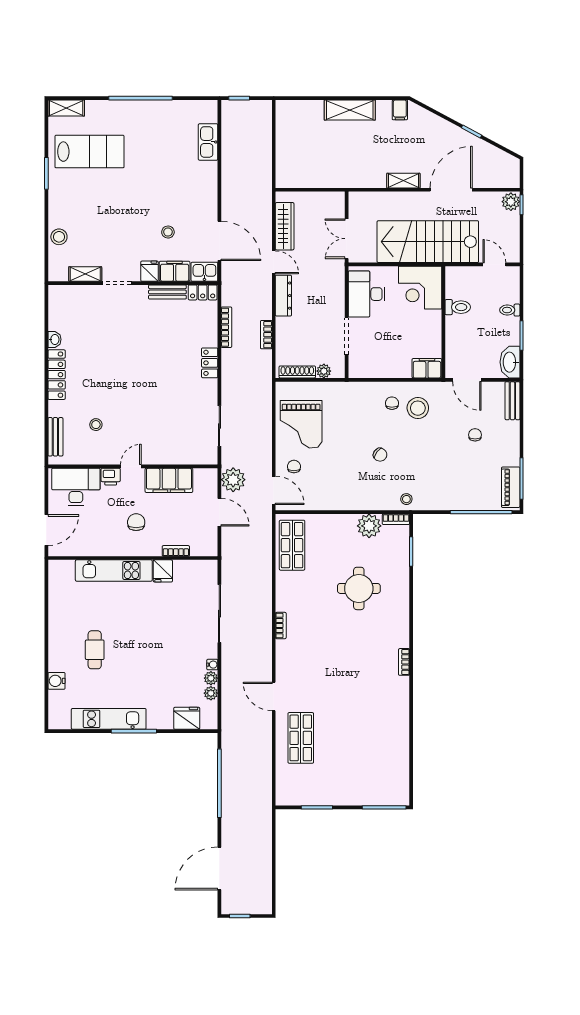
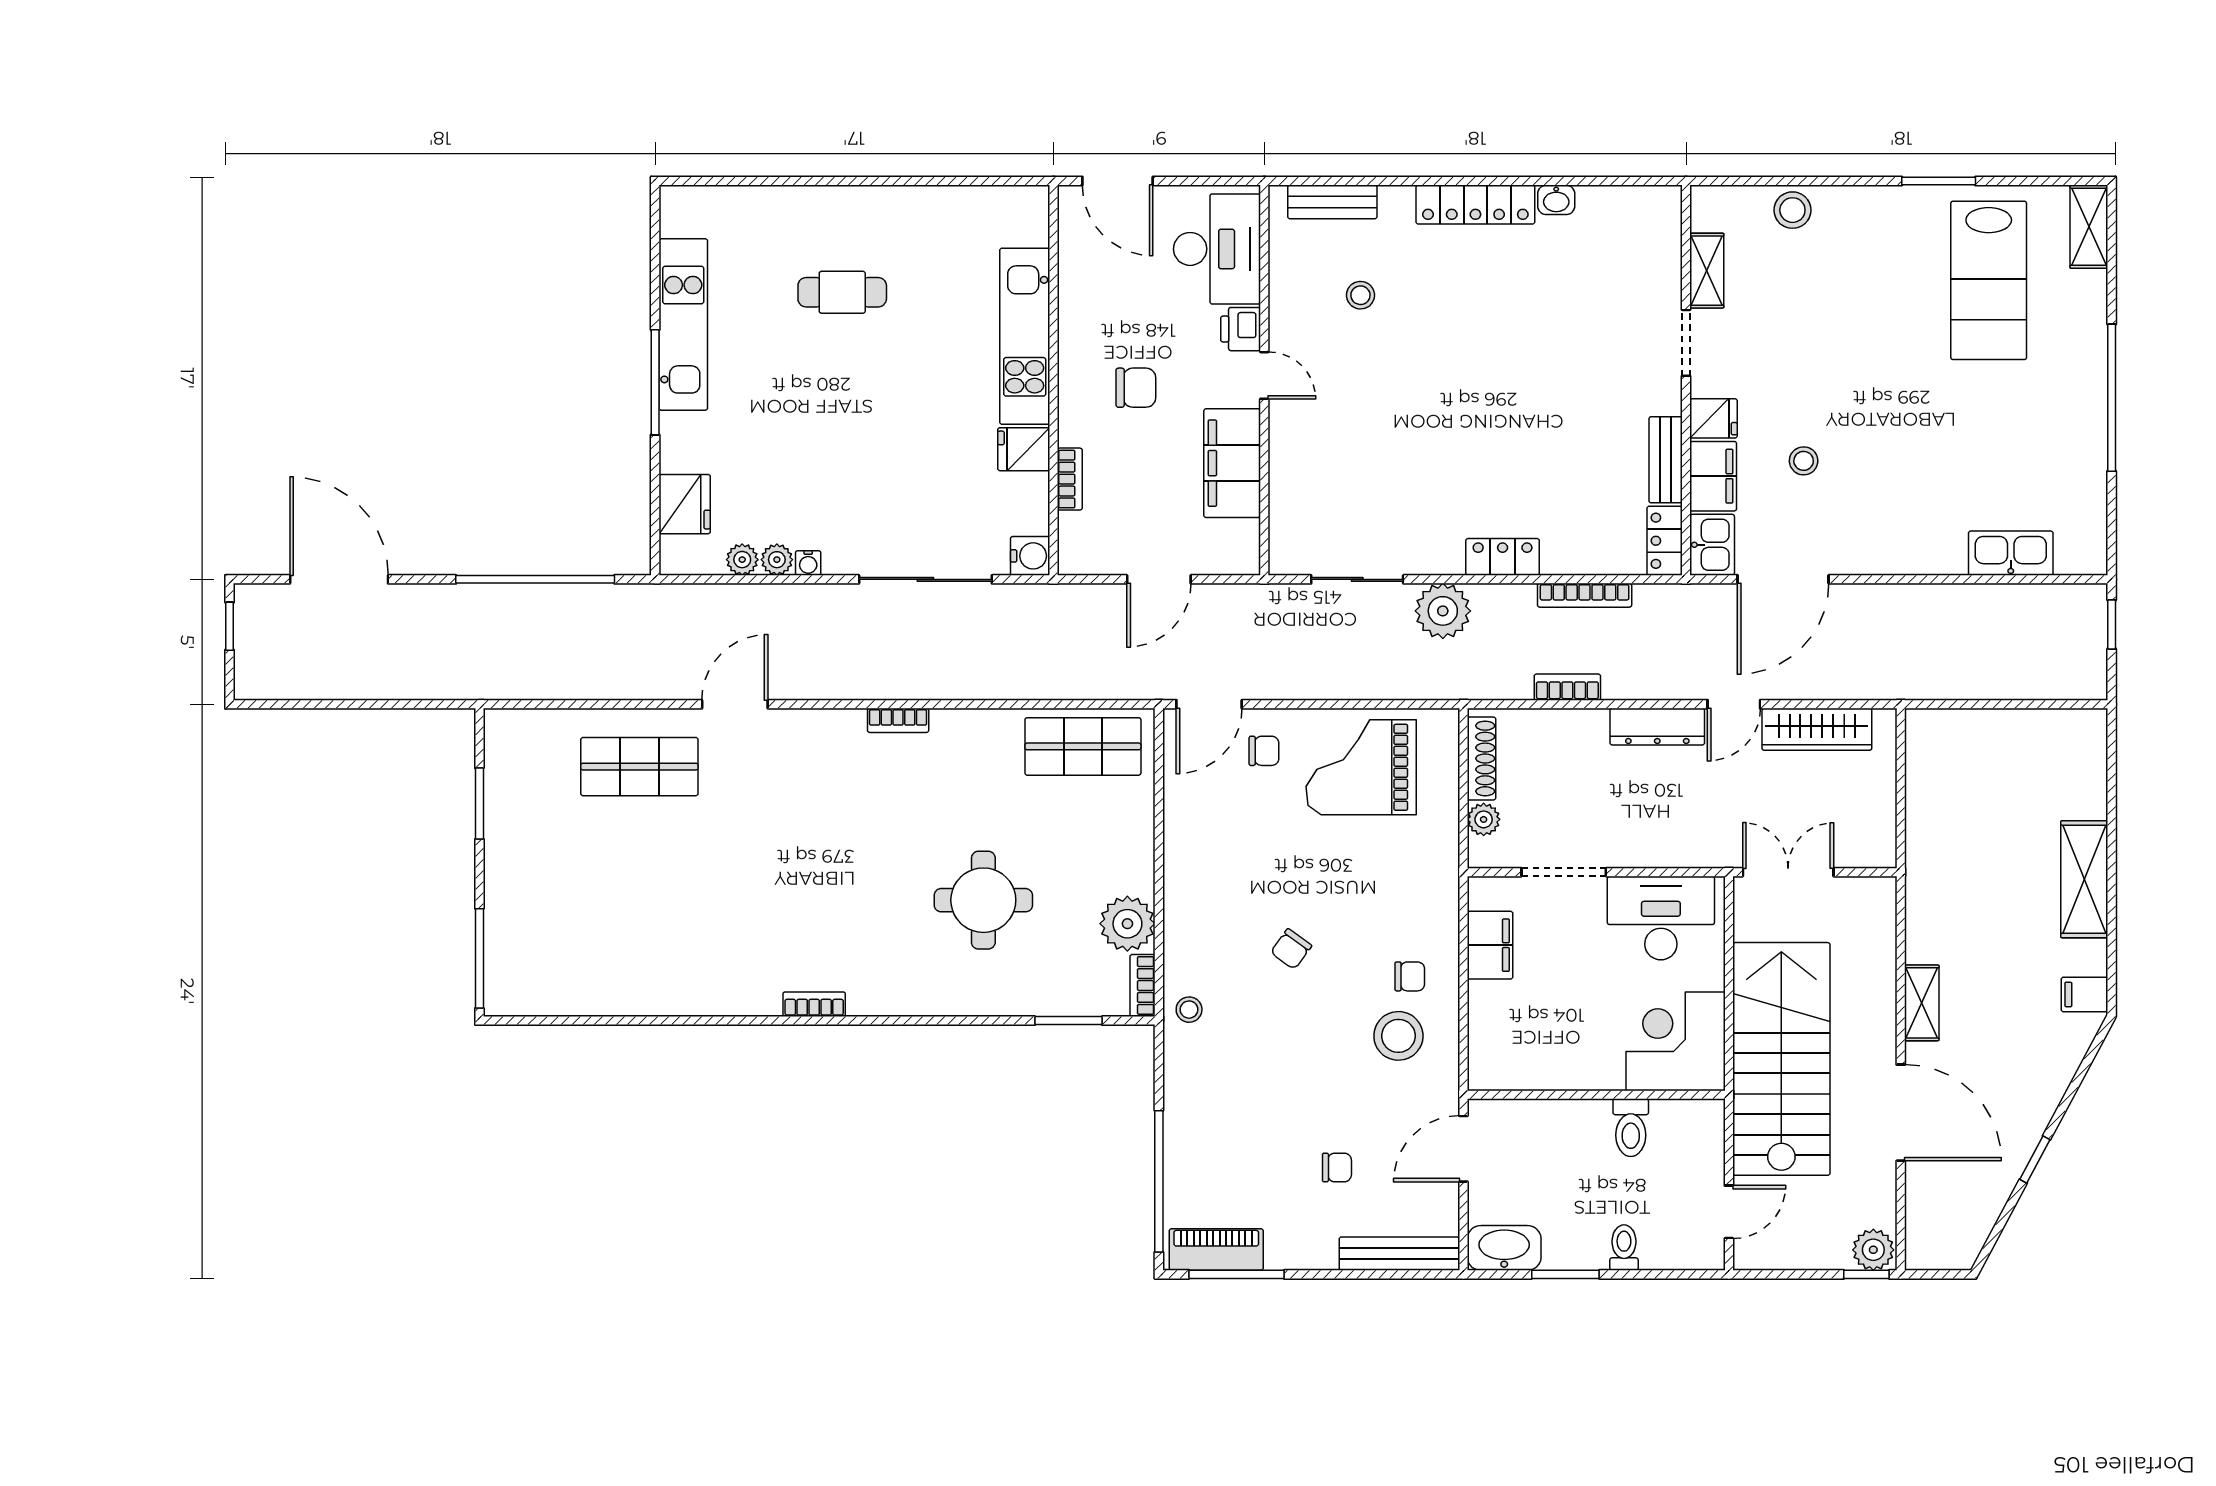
filing cabinet: (427, 368) -> (1490, 945), moved
bench: (512, 401) -> (1399, 1254), width x1.36
plant: (233, 480) -> (1443, 611), moved
water cooler: (56, 681) -> (1030, 556), moved, turned 90

